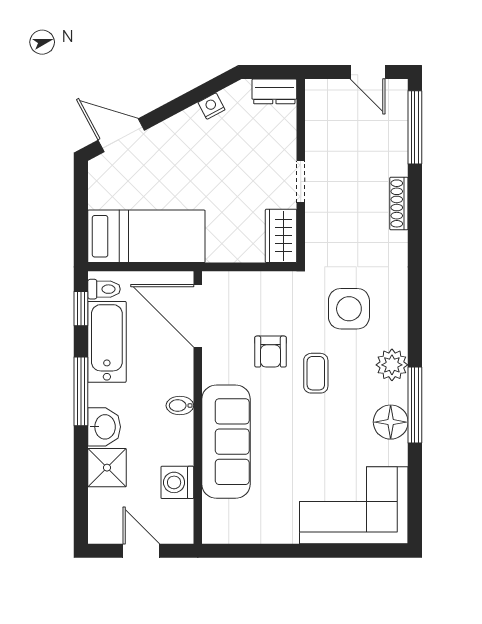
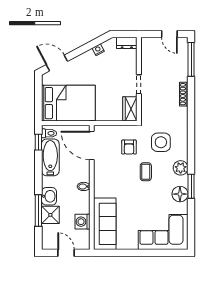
bed: (146, 236) -> (68, 103), width x1.50
armchair: (271, 352) -> (129, 147), moved
window: (81, 391) -> (38, 211), moved
window: (415, 405) -> (191, 186), width x0.69
sofa: (226, 442) -> (105, 224), moved

